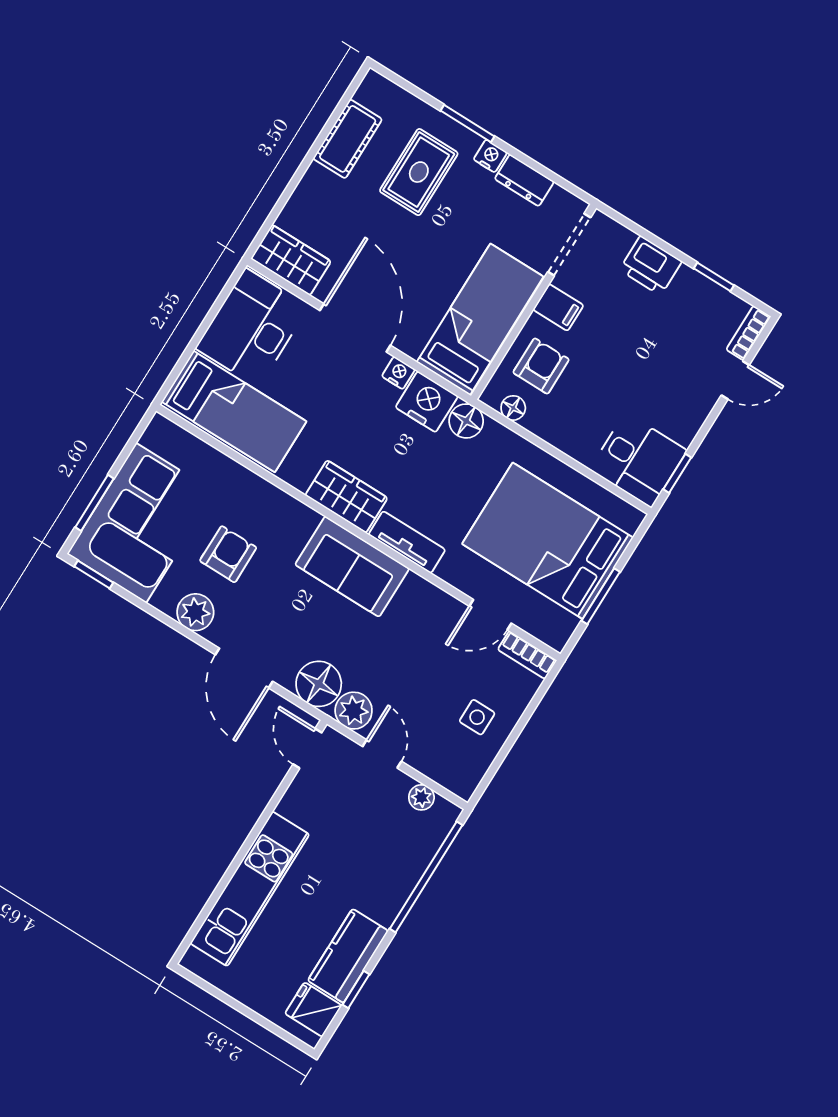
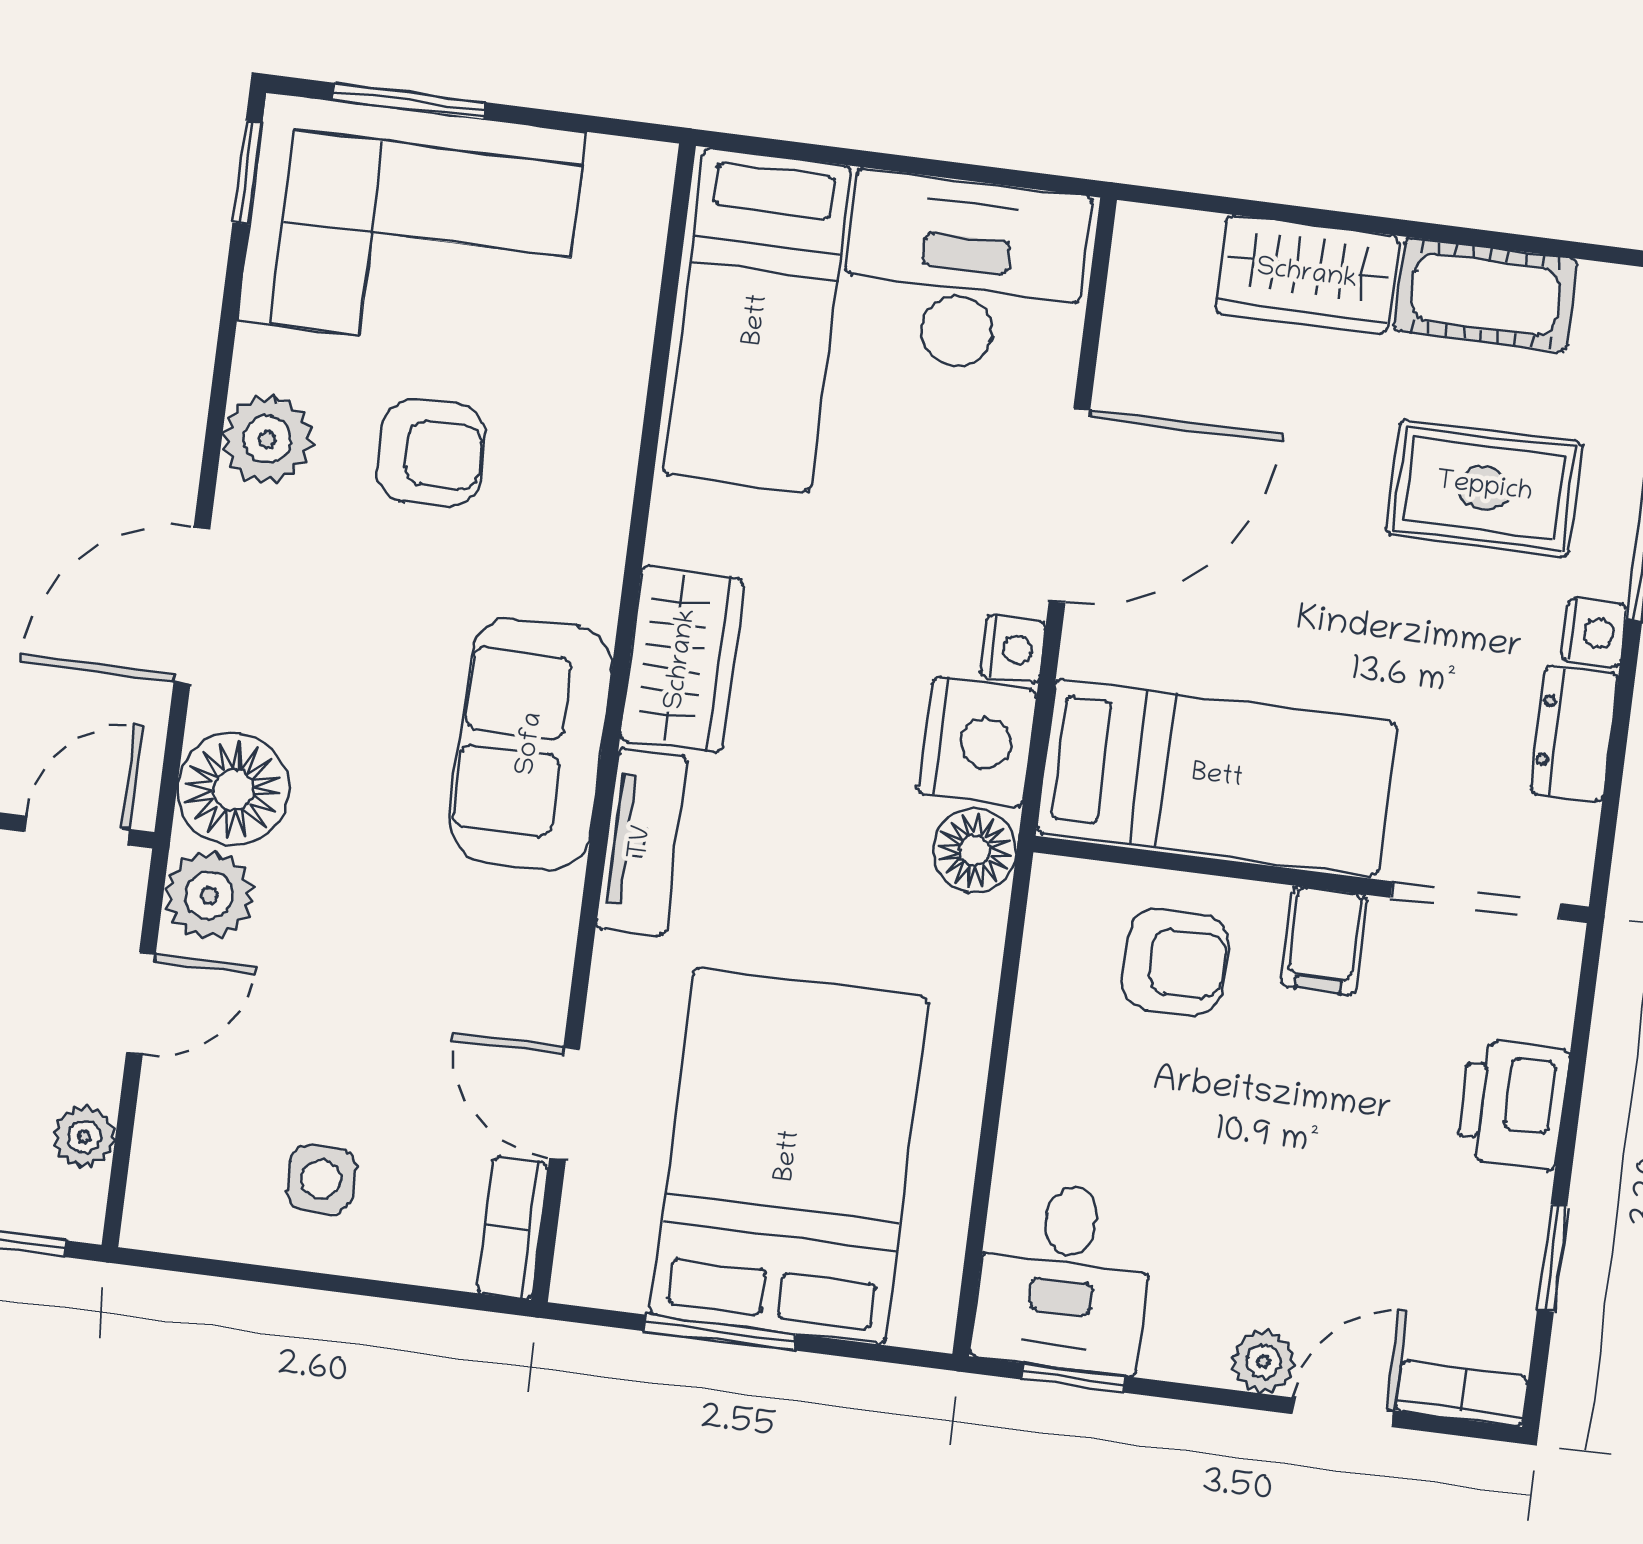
wardrobe: (291, 260) -> (1307, 275), moved, turned 90
door: (735, 380) -> (1343, 1412), swing flipped
plant: (703, 401) -> (1263, 1362), added
floor lamp: (513, 408) -> (1052, 942), removed

